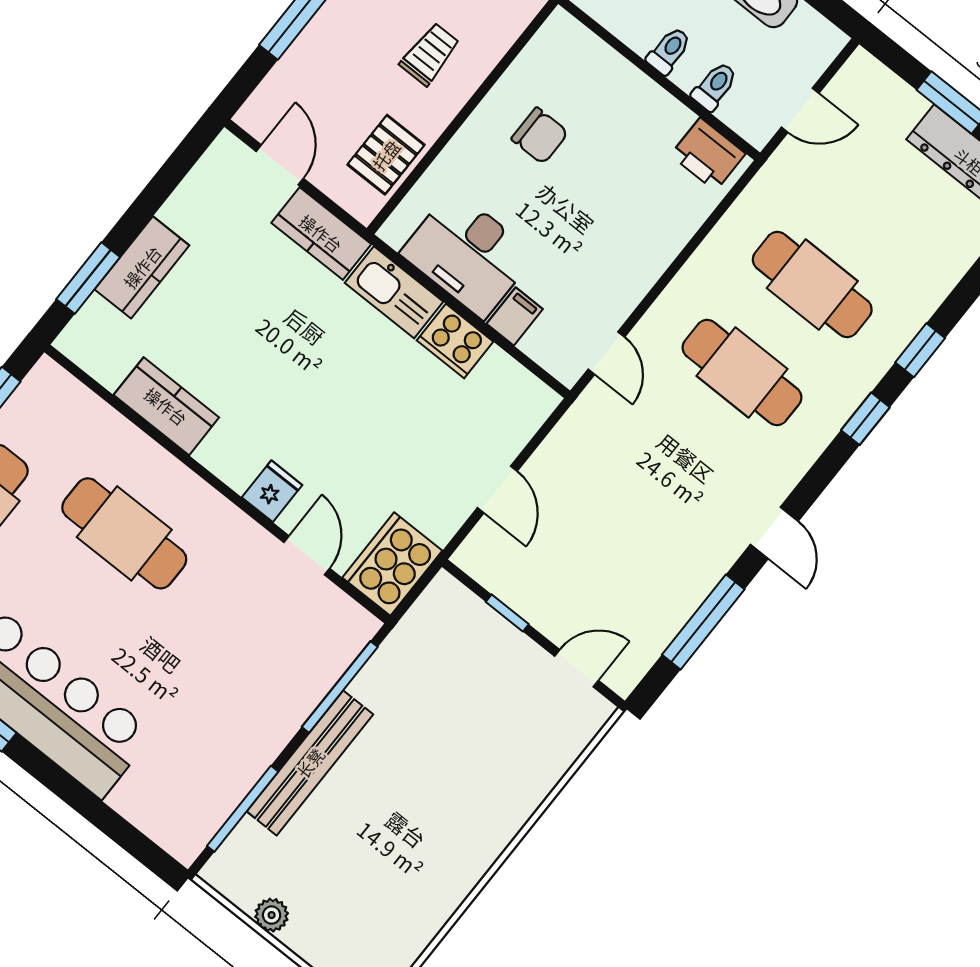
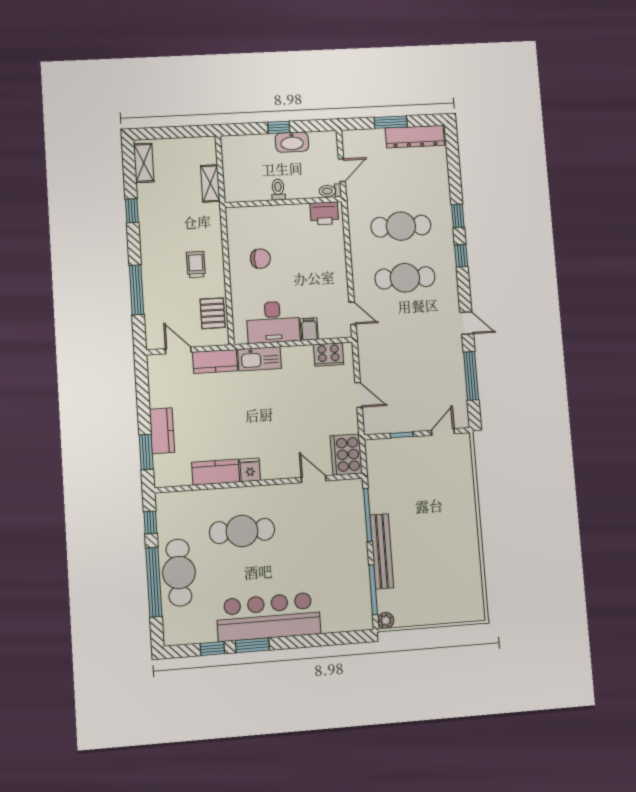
toilet: (715, 86) -> (330, 191), moved, turned -90
cooker: (455, 341) -> (329, 355), moved
fridge: (272, 491) -> (250, 470), moved
plant: (272, 915) -> (386, 620), moved

